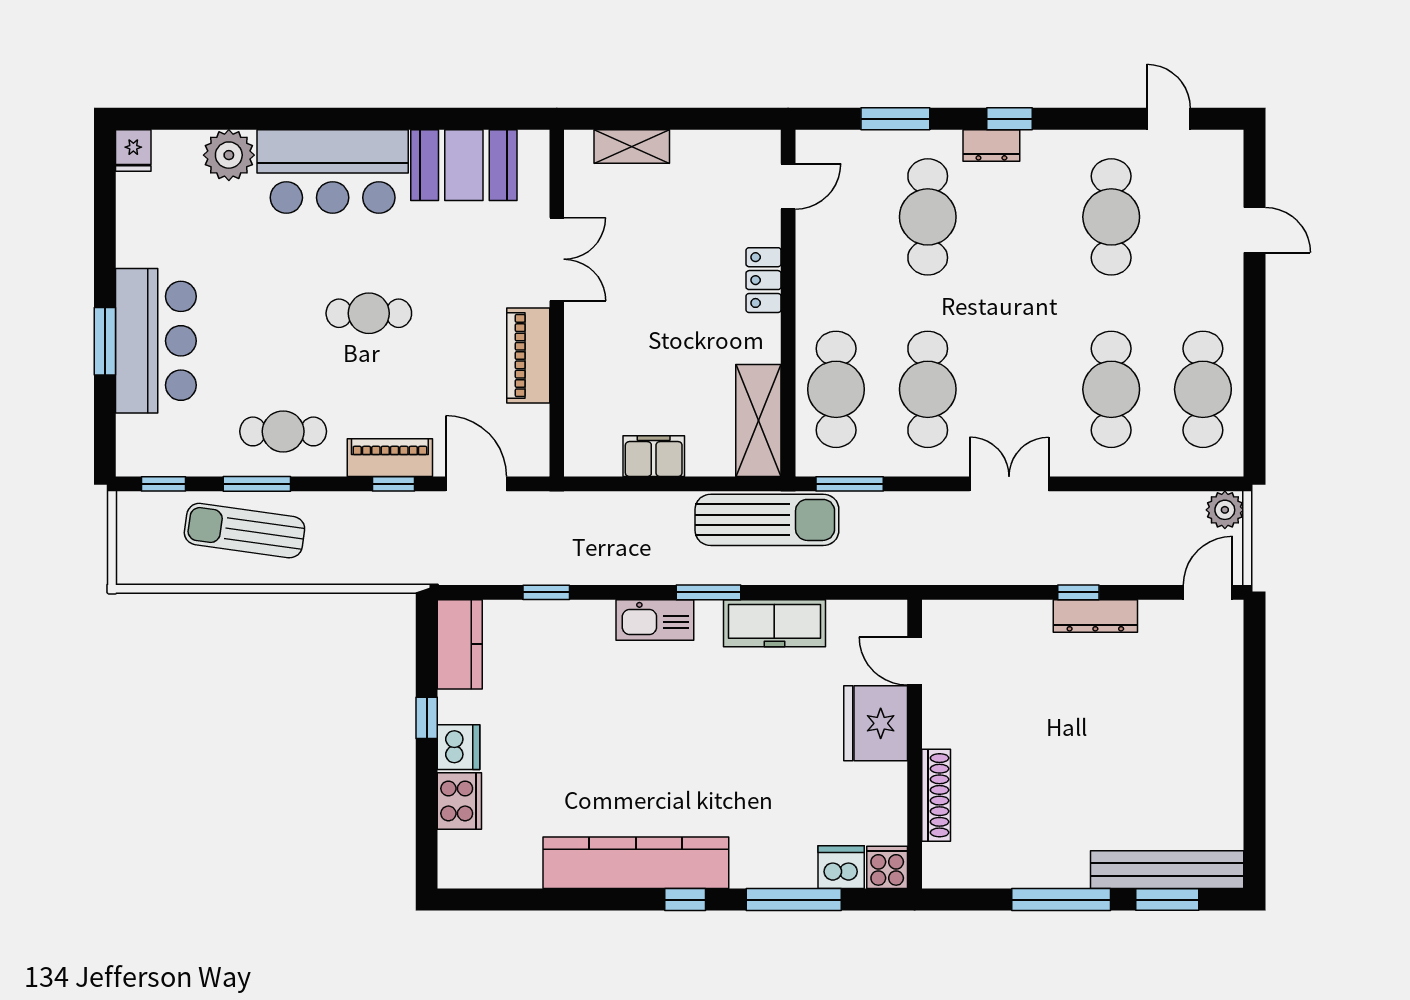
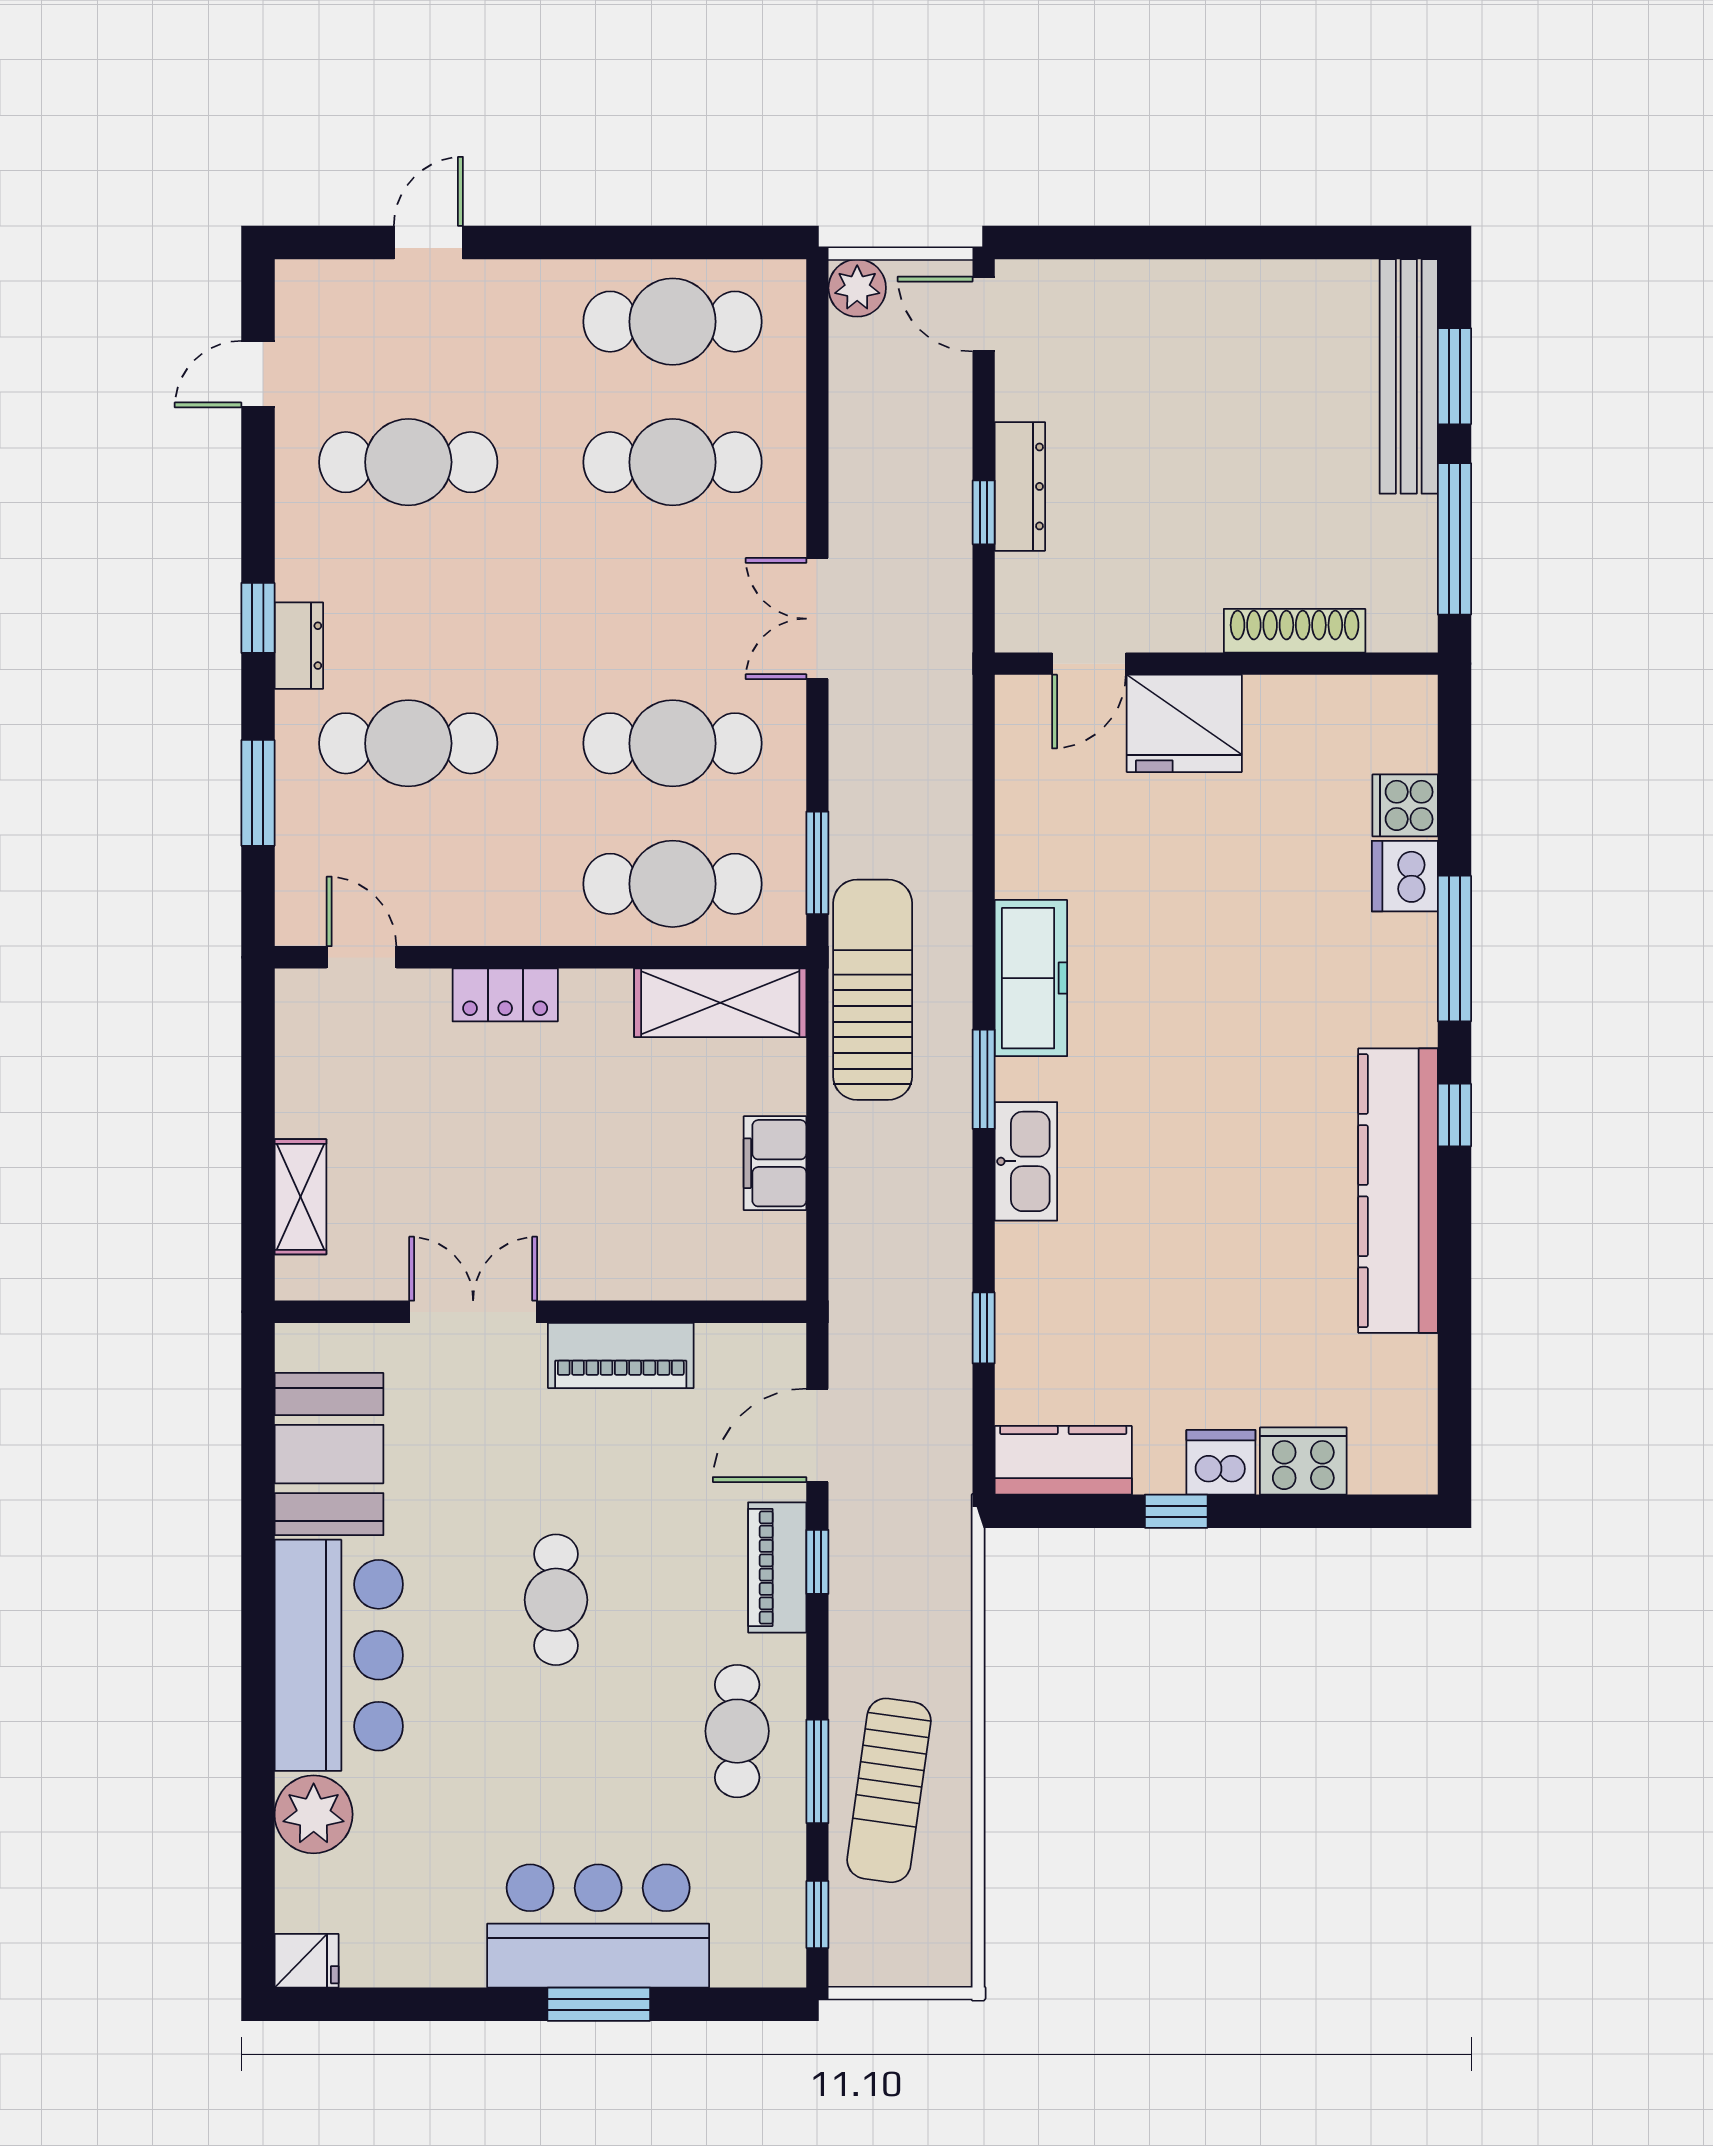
door: (915, 661) -> (1089, 664), moved
fridge: (876, 723) -> (1184, 723), moved
wall: (915, 744) -> (1216, 664), moved
shoe rack: (936, 795) -> (1295, 631), moved

